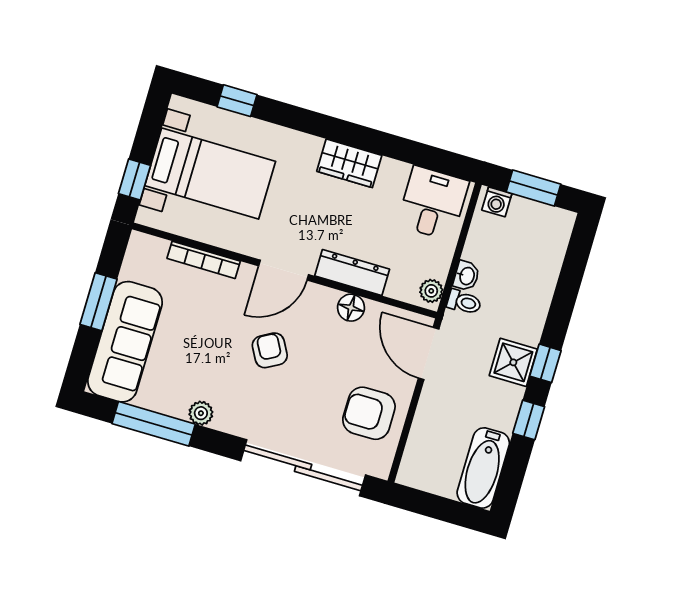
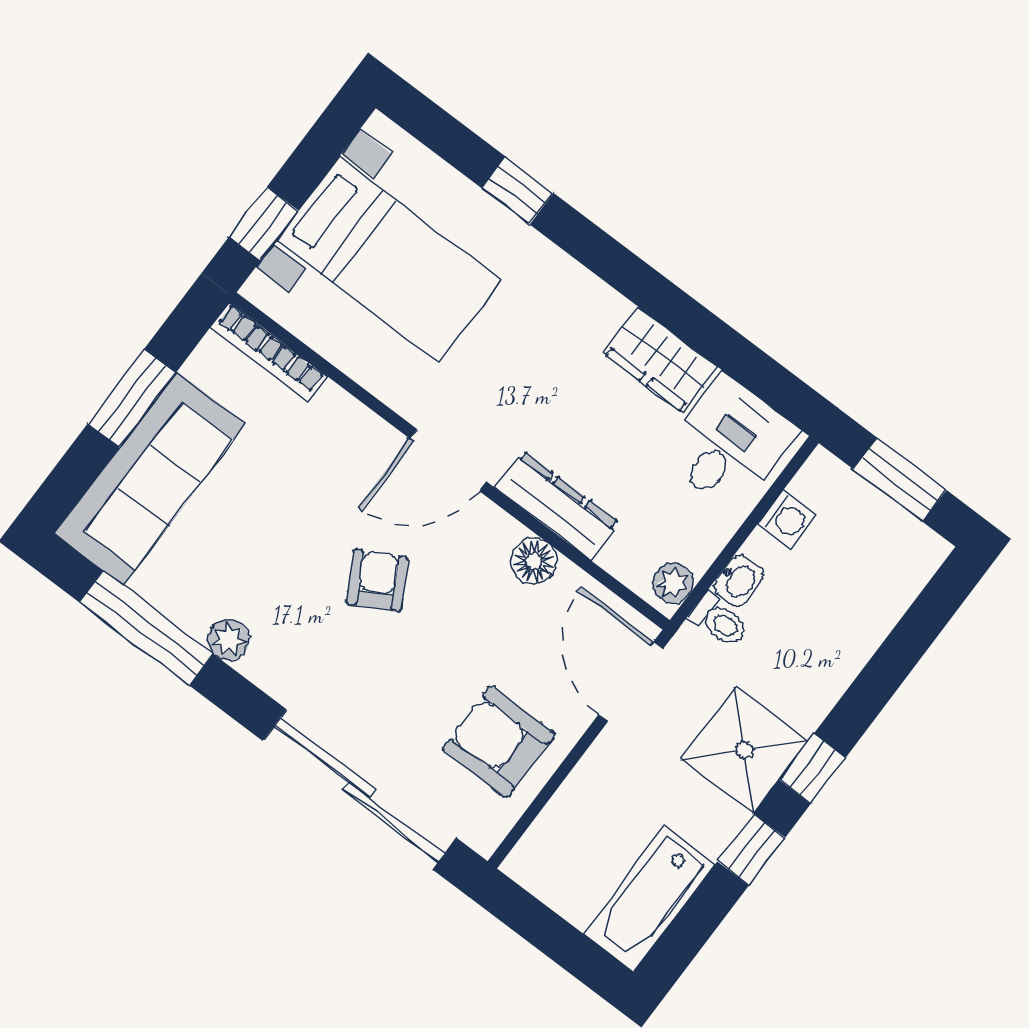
window: (237, 101) -> (518, 191), moved
wardrobe: (349, 163) -> (661, 360), moved
washing machine: (497, 202) -> (787, 519), moved, turned -90
bookcase: (204, 260) -> (269, 351), moved
shower: (513, 362) -> (744, 750), width x1.36, depth x1.36

